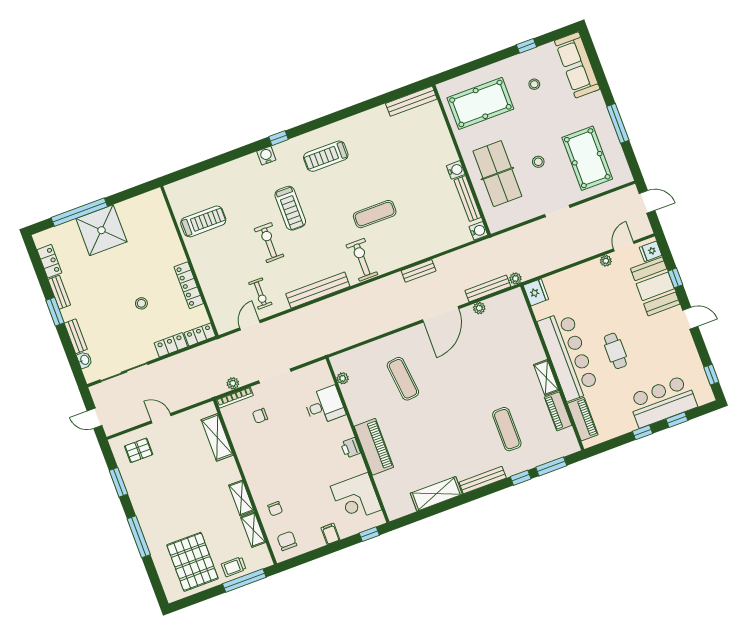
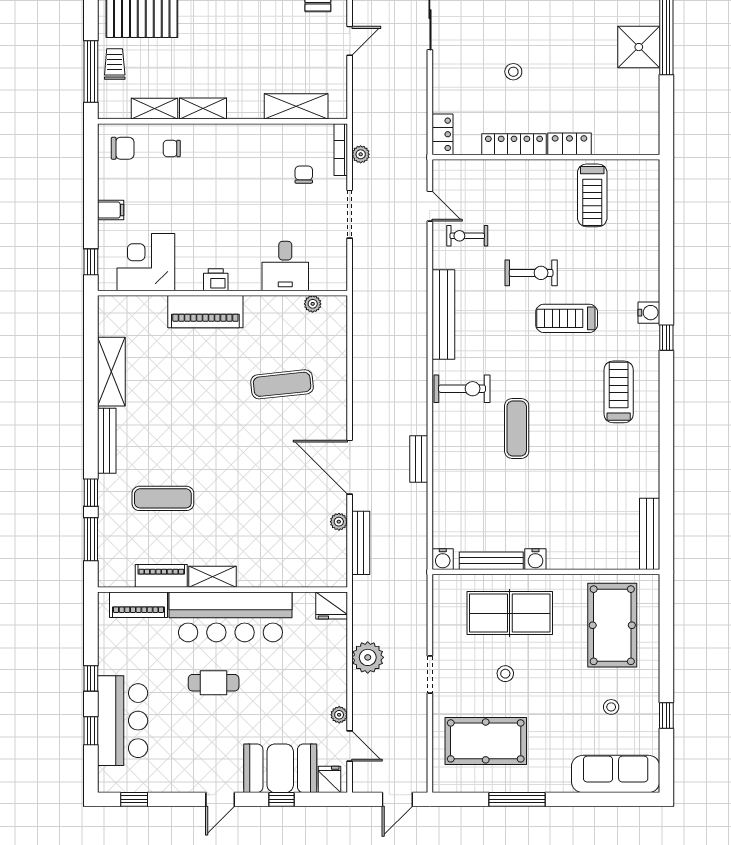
shower: (101, 230) -> (639, 47), width x0.73, depth x0.73
plant: (515, 278) -> (368, 657), moved, width x1.88, depth x1.88
locker: (171, 345) -> (570, 144), moved, turned -90

